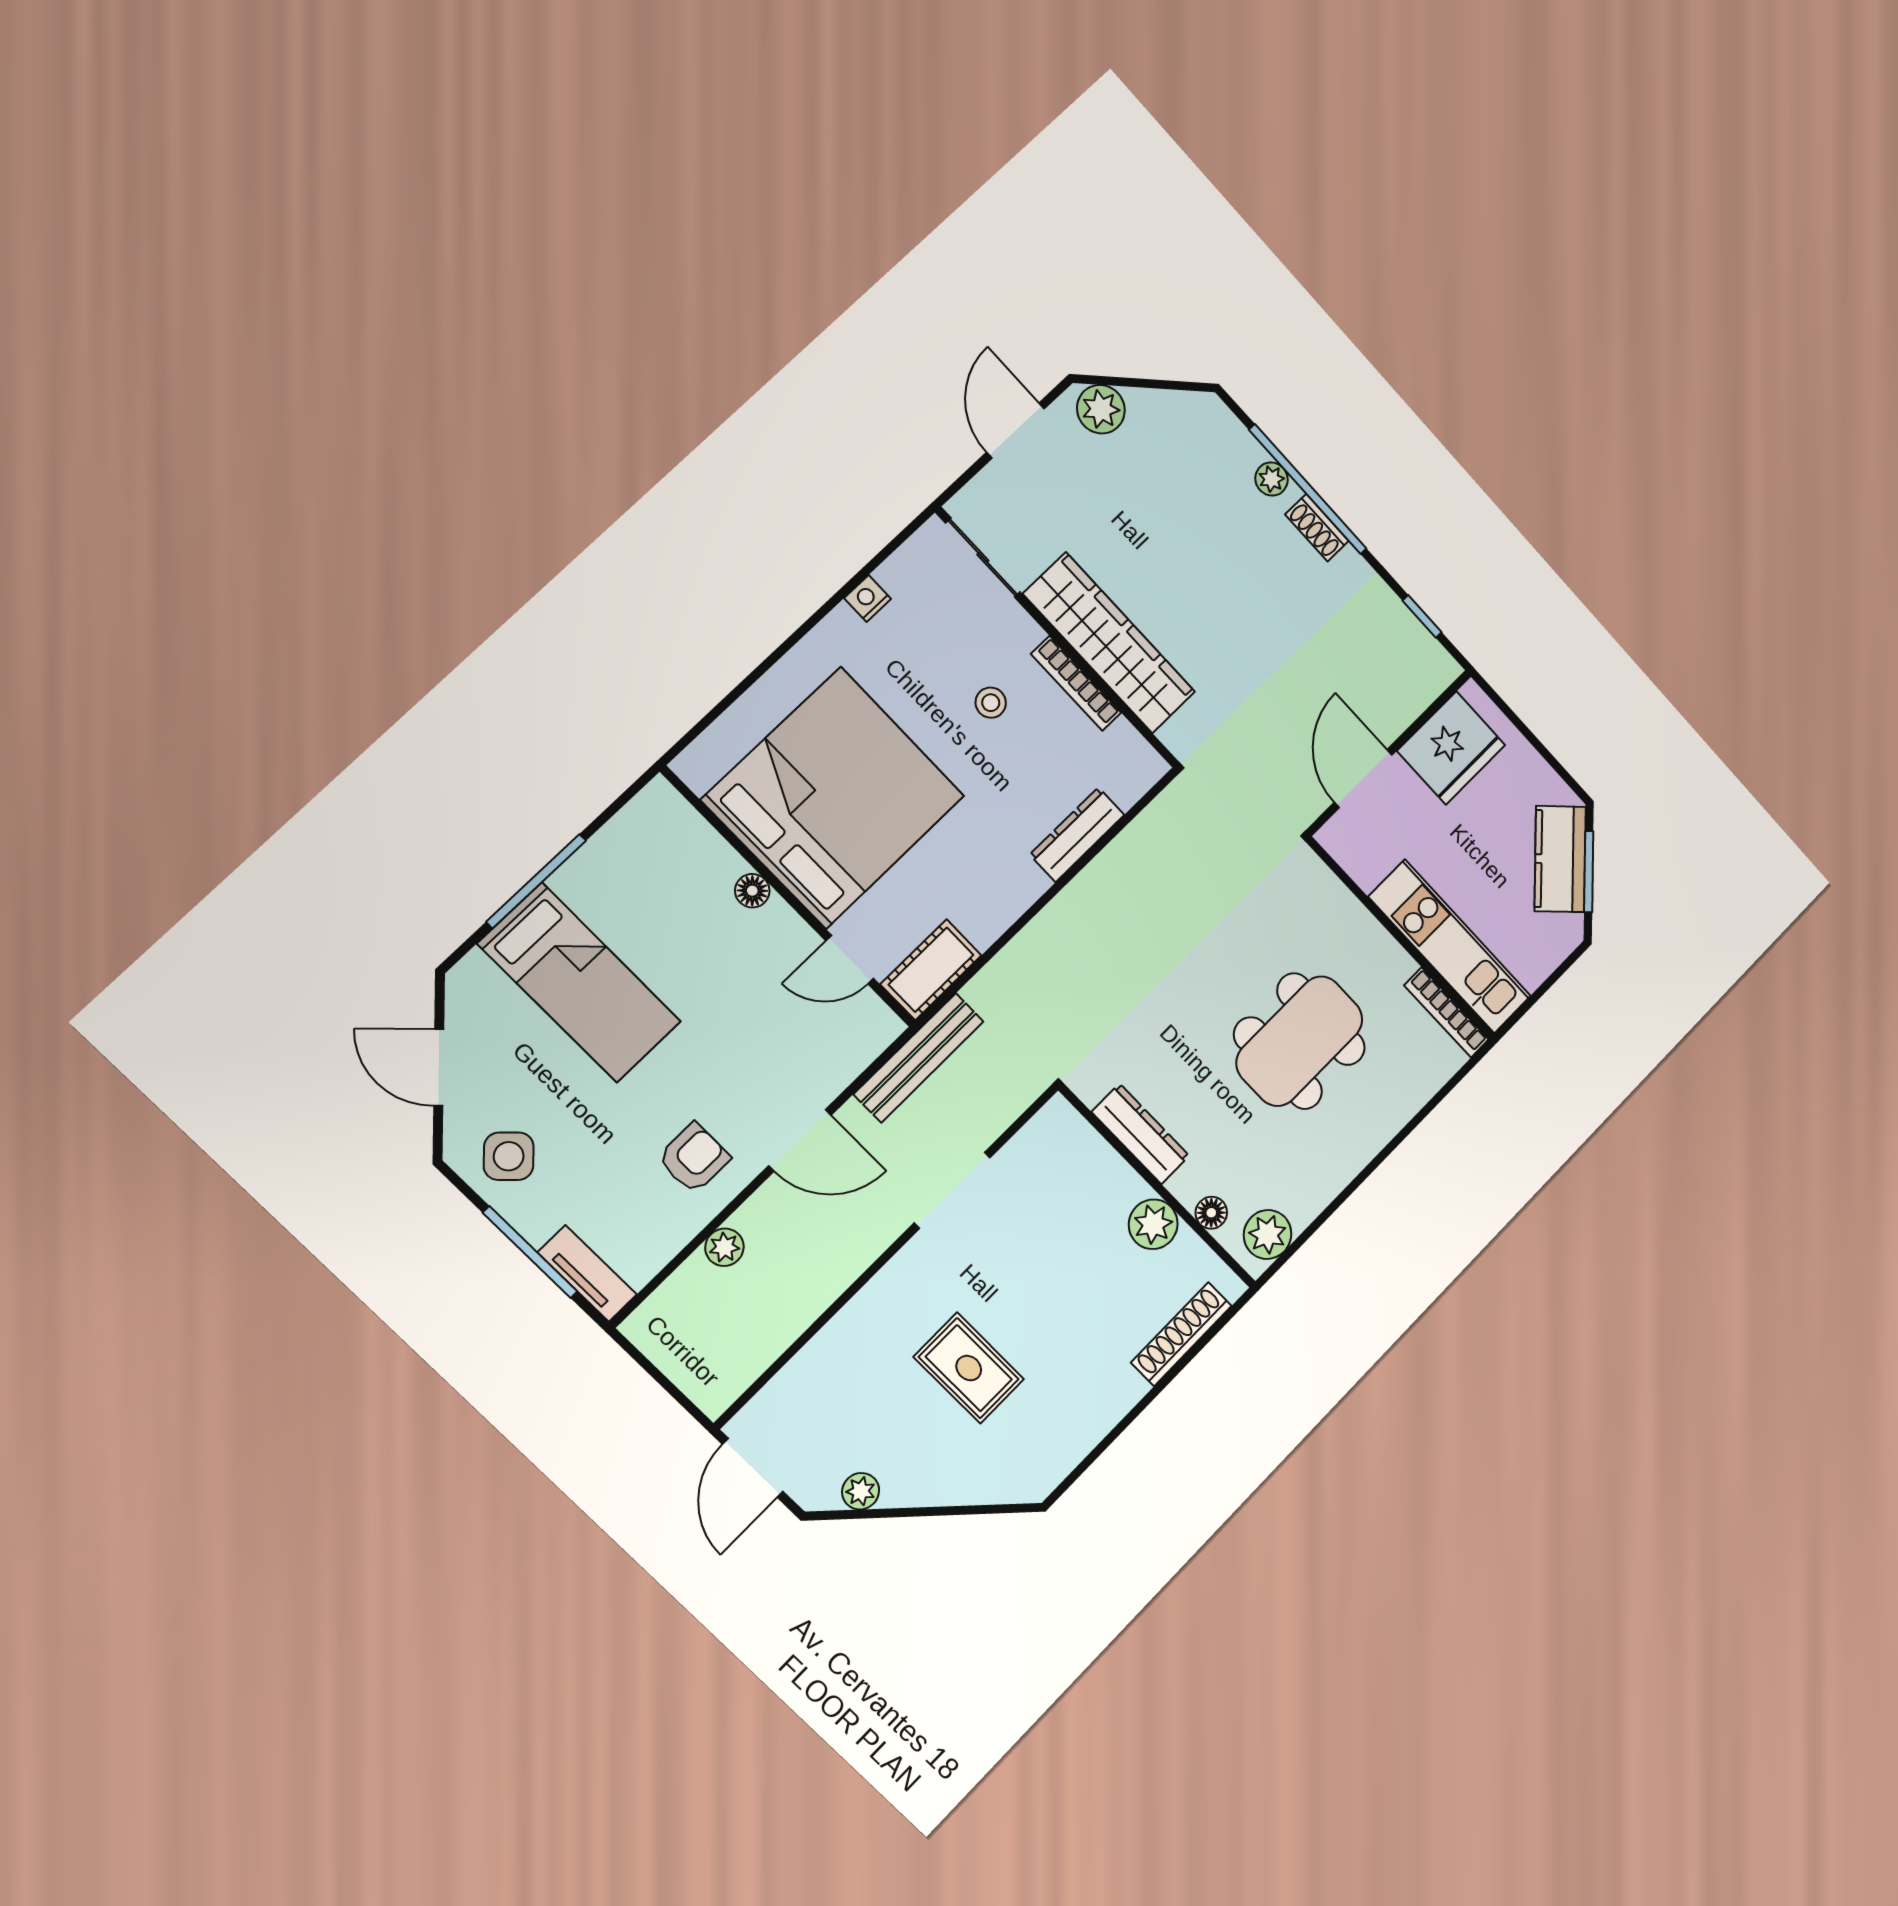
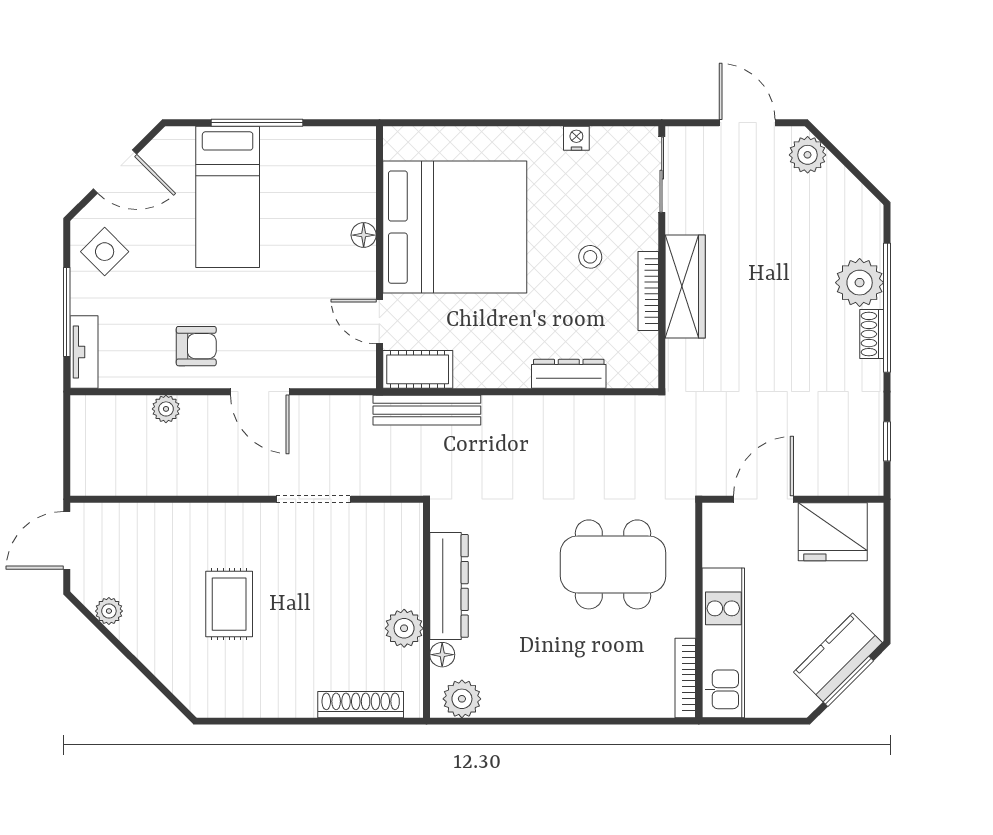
door: (1016, 431) -> (747, 123), hinge flipped
plant: (1272, 479) -> (860, 283), width x1.88, depth x1.88
wardrobe: (1109, 643) -> (685, 287), width x0.71, depth x0.85
dining table: (1299, 1041) -> (613, 564), moved
bench: (919, 1058) -> (427, 410), moved
door: (439, 1068) -> (115, 171), swing flipped
dresser: (1140, 1134) -> (449, 586), width x1.37, depth x1.24

